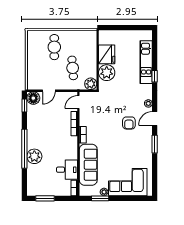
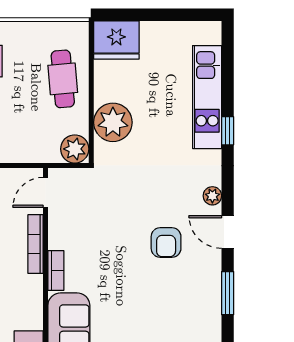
fridge: (107, 54) -> (116, 40), moved, turned 90
cafe table: (73, 68) -> (63, 79), moved
door: (155, 119) -> (228, 232), hinge flipped

